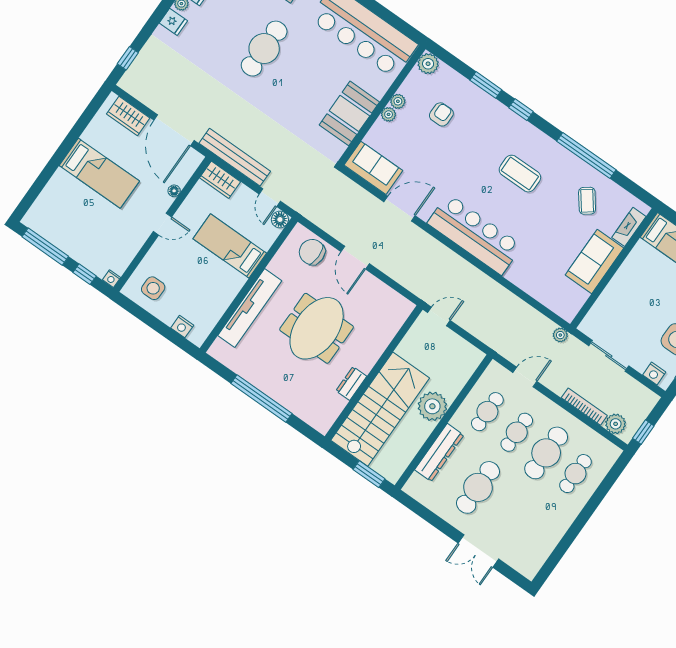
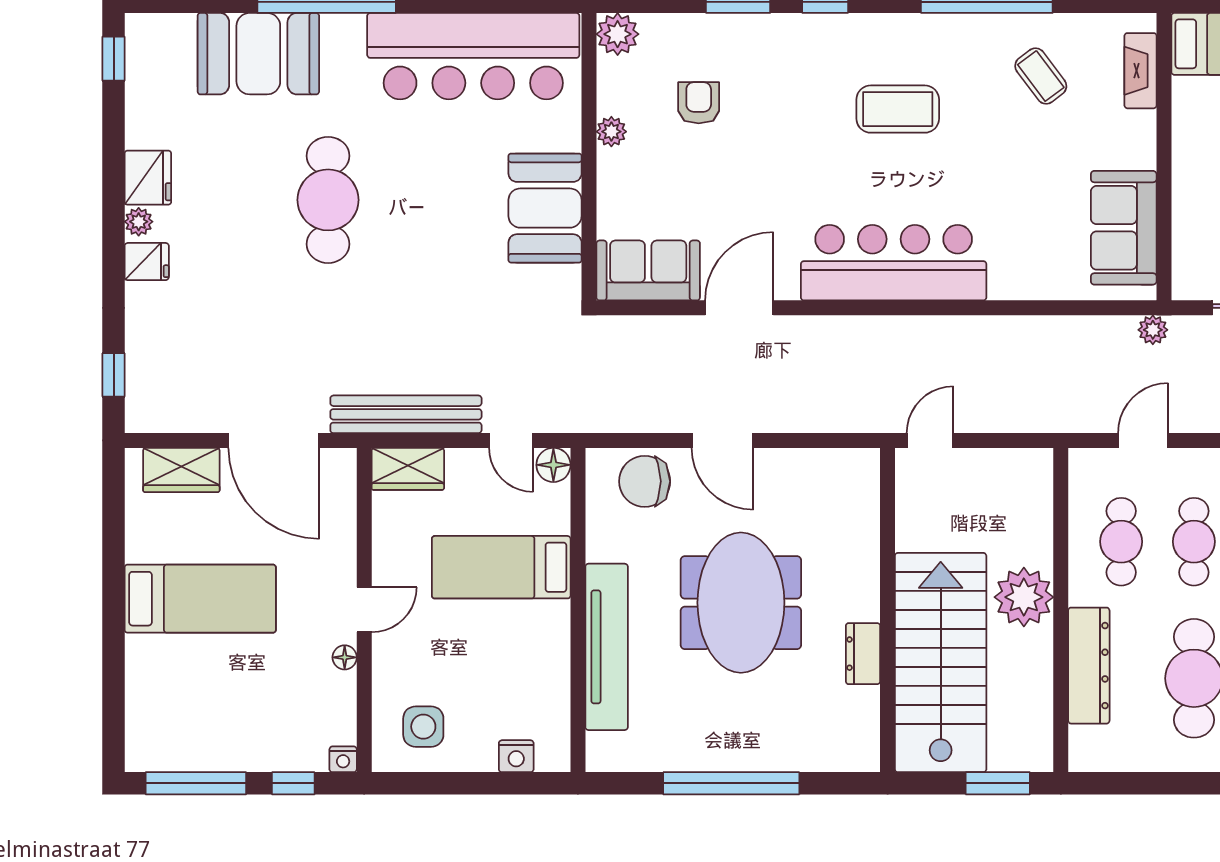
plant: (389, 114) -> (611, 164), removed
floor lamp: (174, 191) -> (345, 657), moved
sofa: (594, 261) -> (1124, 228), moved

